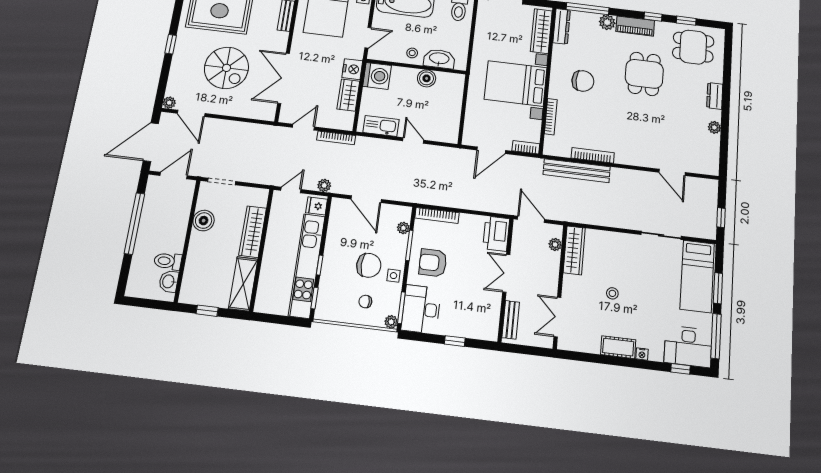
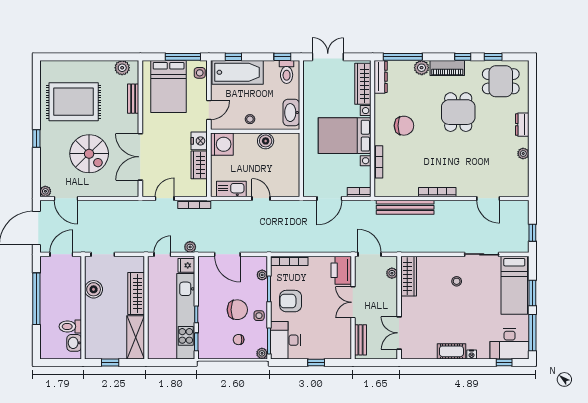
washbasin: (439, 59) -> (291, 113), moved, turned -90
bookcase: (593, 155) -> (437, 192), moved
stool: (612, 293) -> (457, 281), moved

